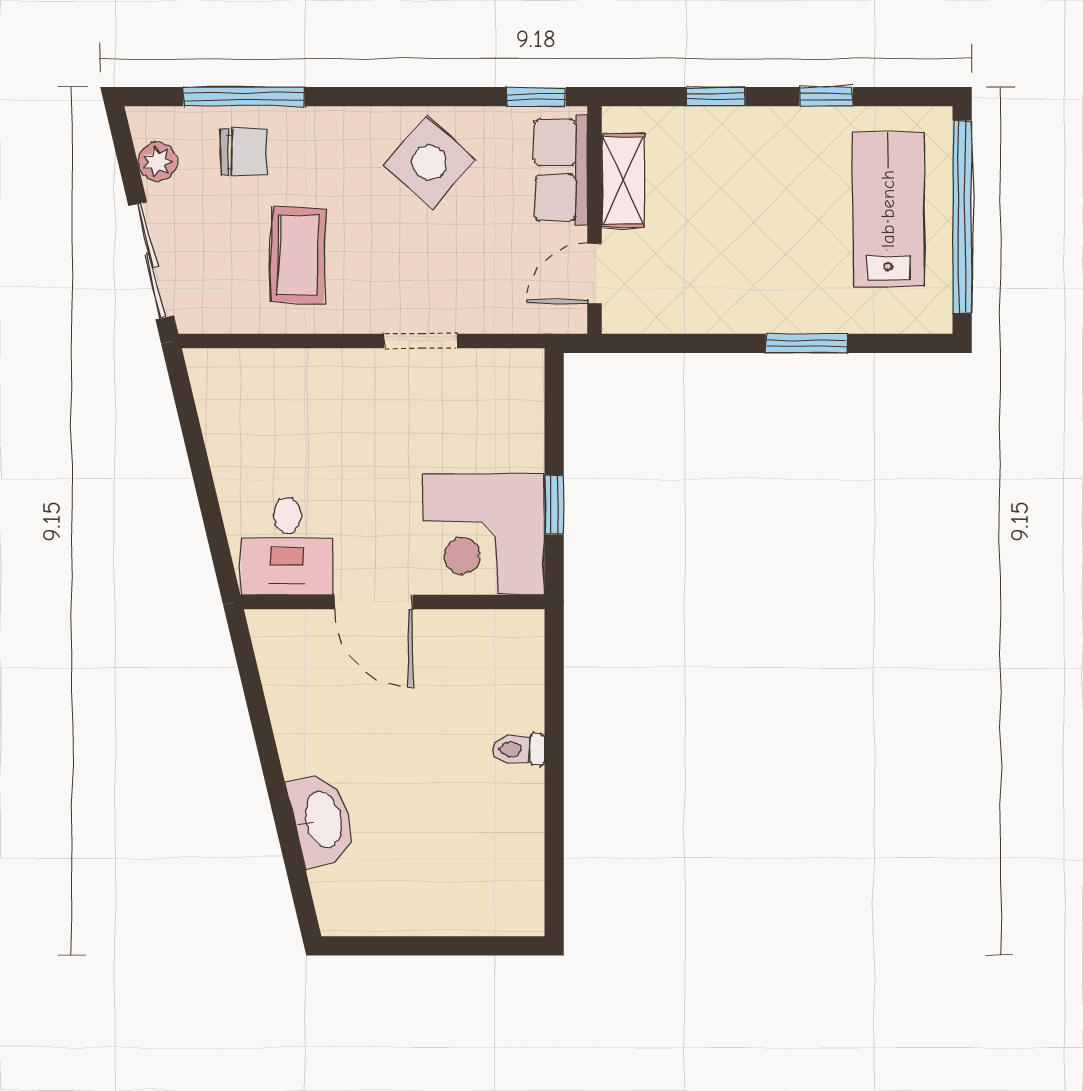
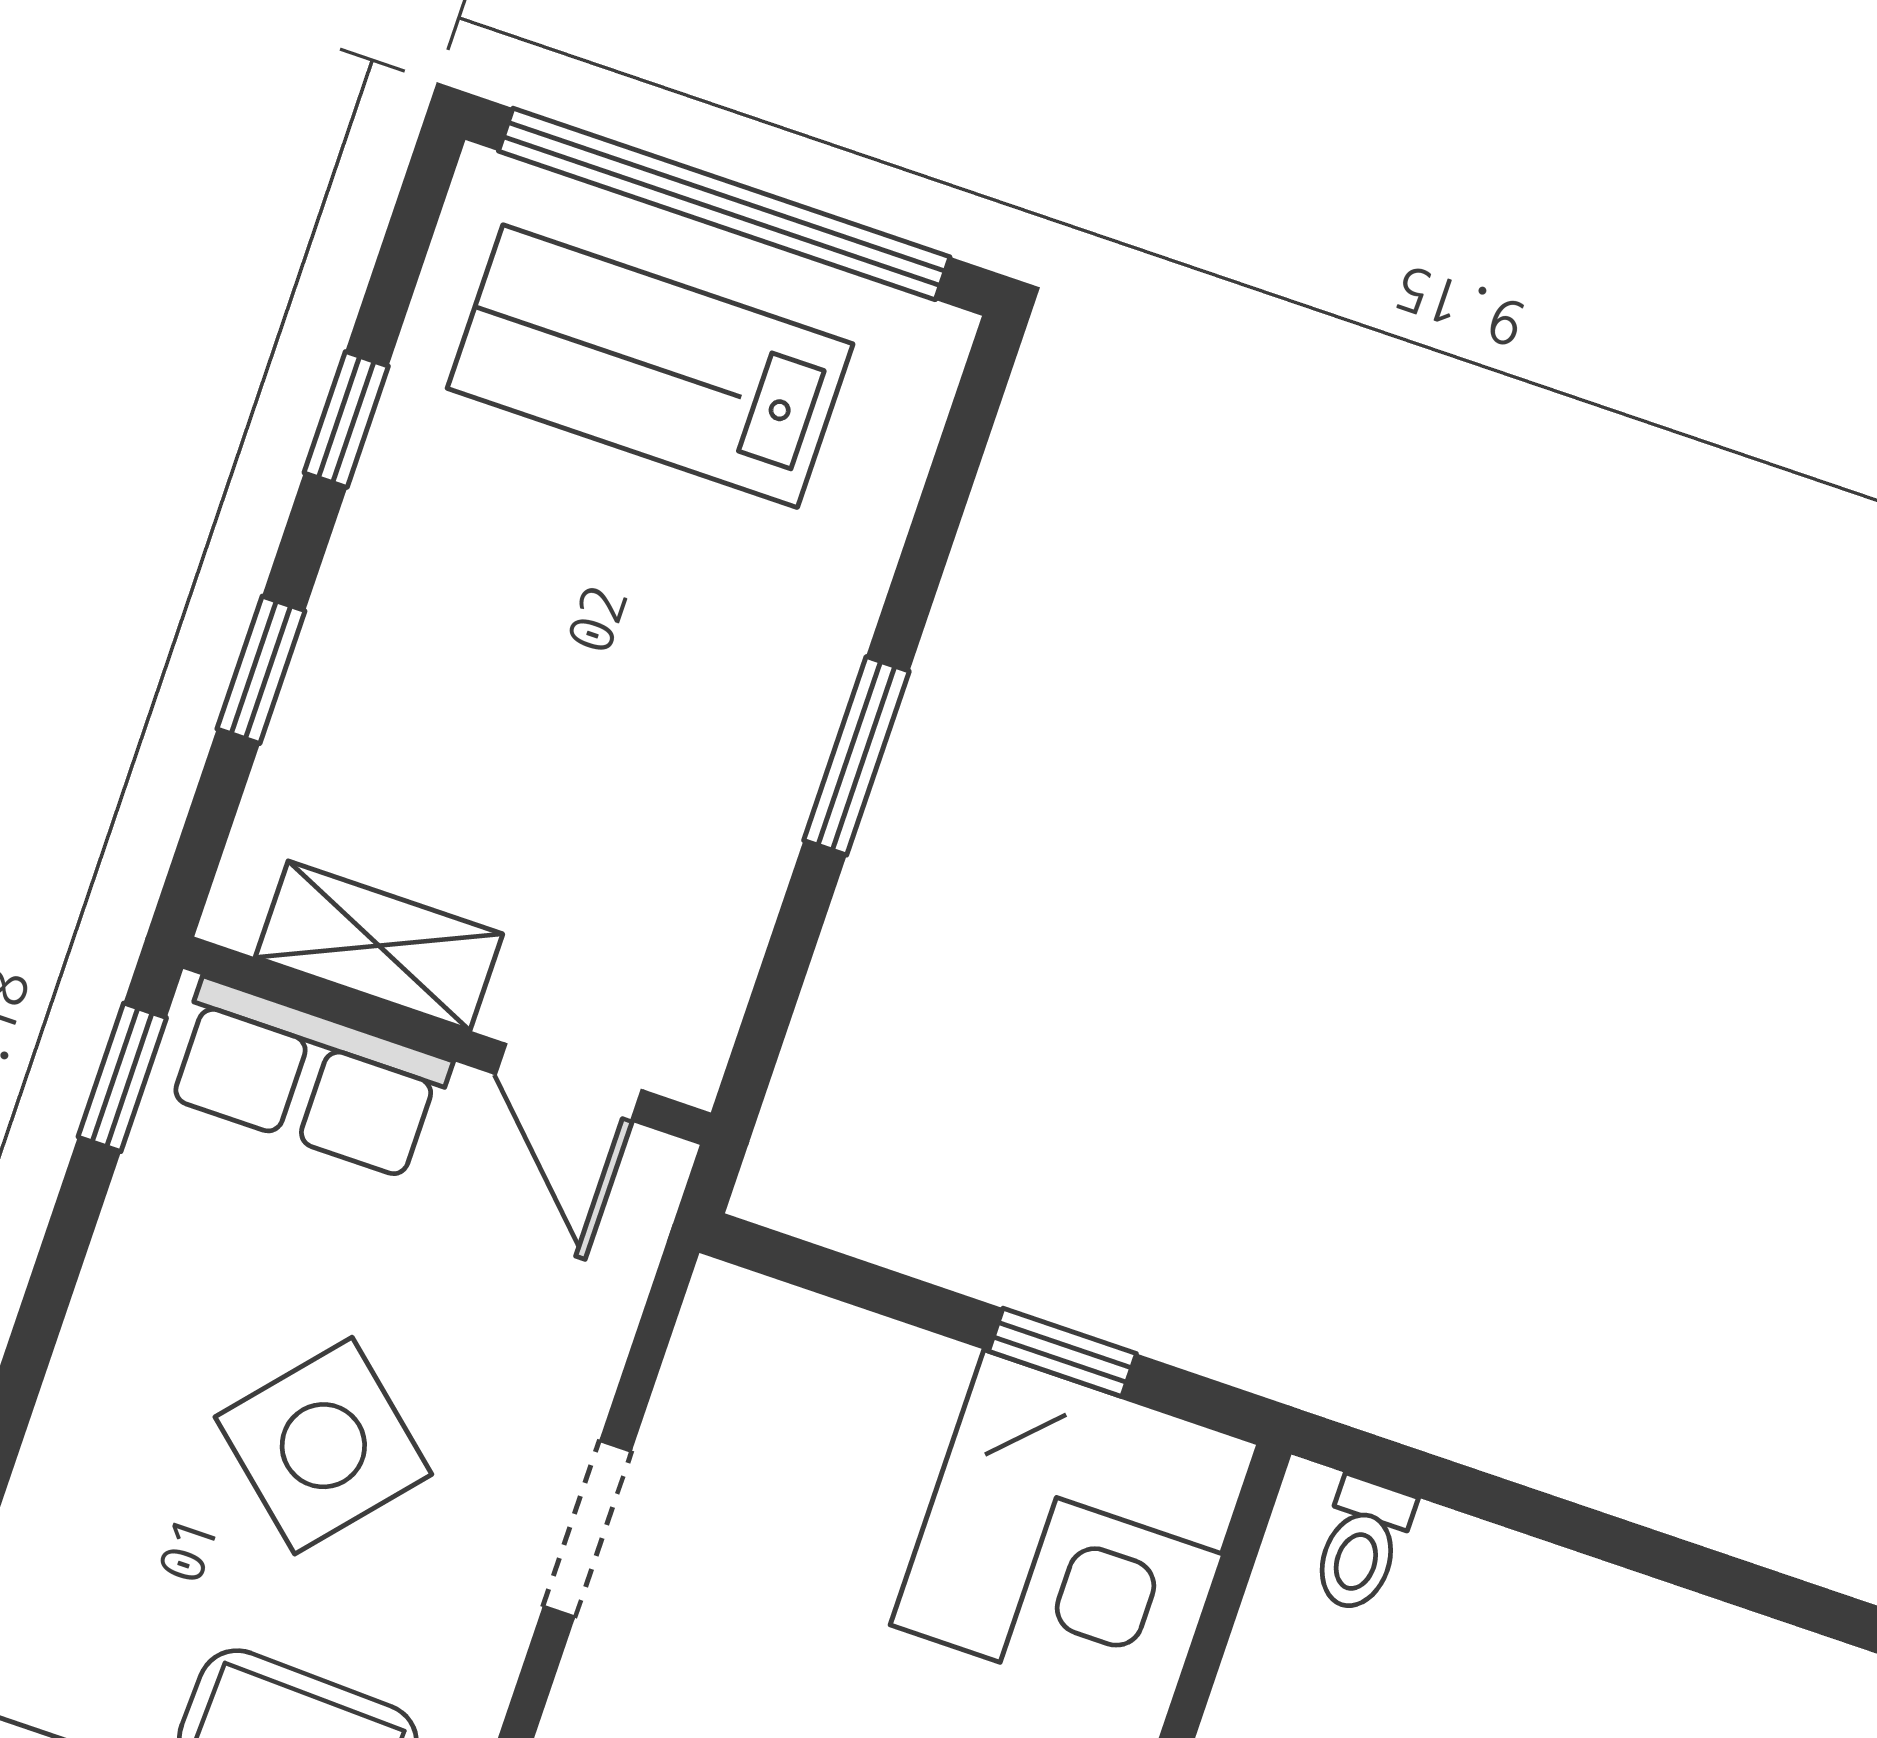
side table: (429, 163) -> (323, 1446), moved
window: (806, 343) -> (856, 756), moved
toilet: (518, 749) -> (1362, 1545), moved

